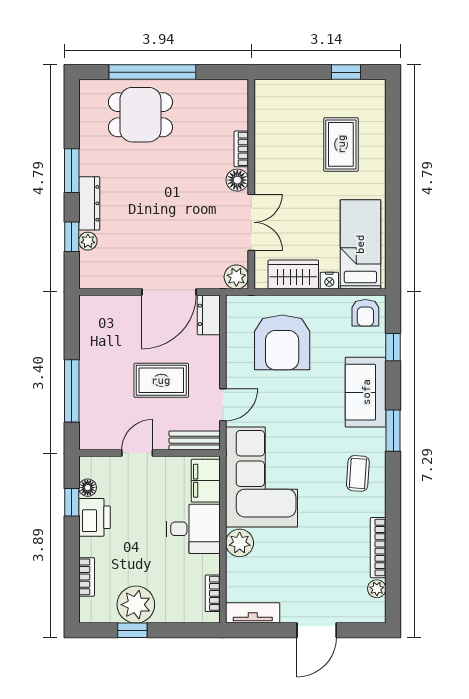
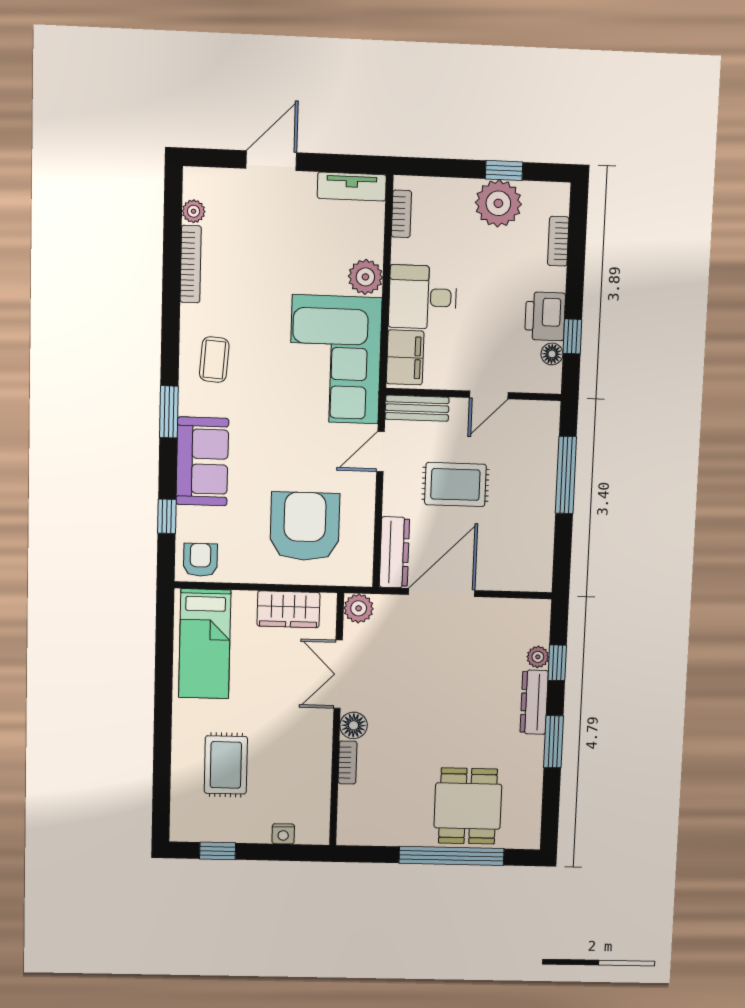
dining table: (140, 115) -> (468, 806), turned 90
nightstand: (329, 281) -> (283, 834), moved, turned 180
dresser: (209, 315) -> (394, 552), width x1.44

